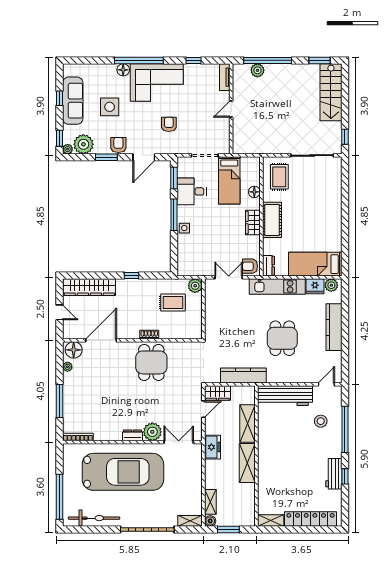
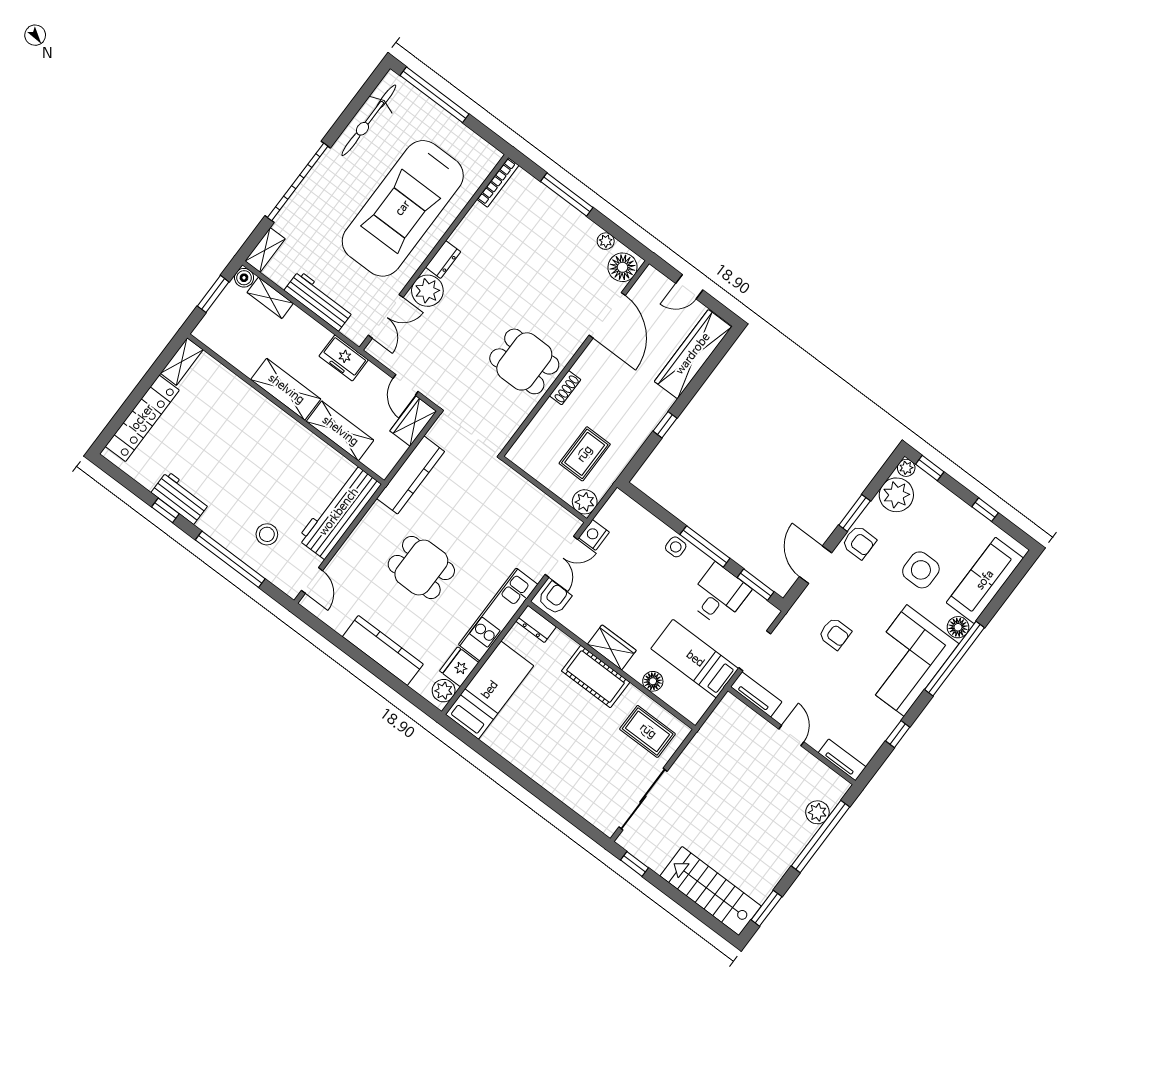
sofa: (73, 101) -> (985, 580), moved, turned 90
tv unit: (224, 140) -> (756, 694), added
nightstand: (207, 270) -> (594, 535), added
workbench: (195, 478) -> (319, 301), added

